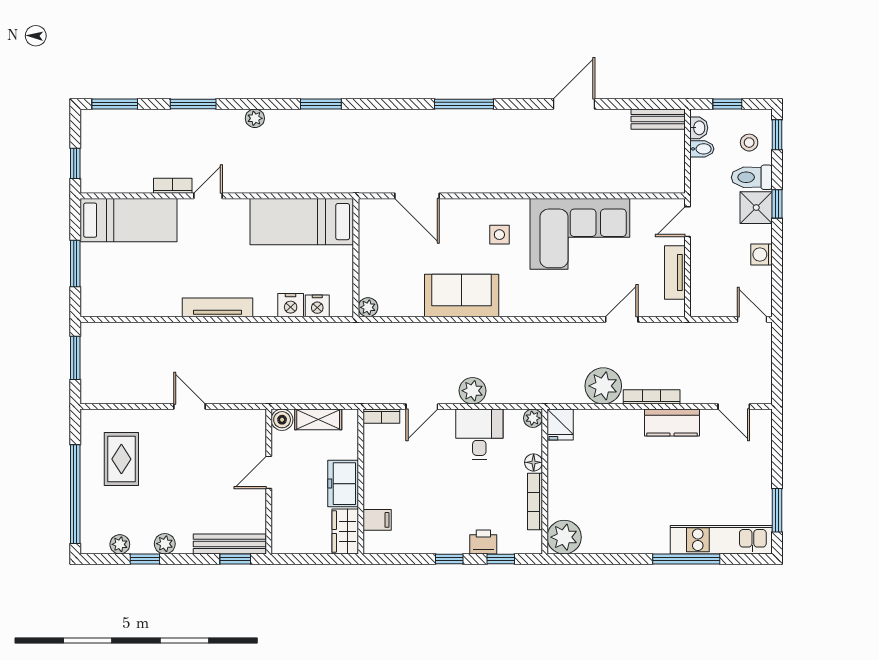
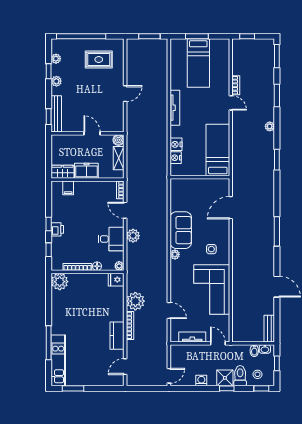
bed: (128, 220) -> (198, 63), moved
plant: (368, 307) -> (175, 254), moved
printer: (483, 542) -> (57, 229), moved

